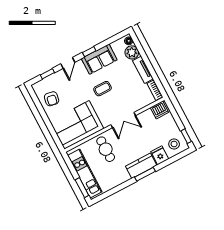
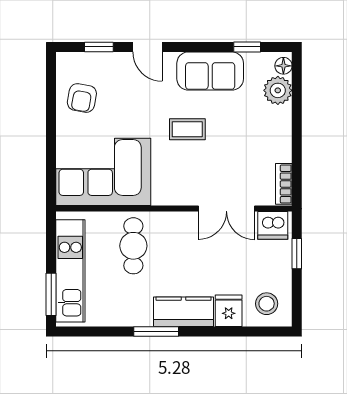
window: (89, 52) -> (247, 47), moved
door: (68, 63) -> (147, 47), hinge flipped
tv unit: (143, 70) -> (281, 134), removed
double door: (123, 120) -> (226, 209), moved
window: (186, 136) -> (297, 254), moved
window: (145, 174) -> (156, 331), moved

